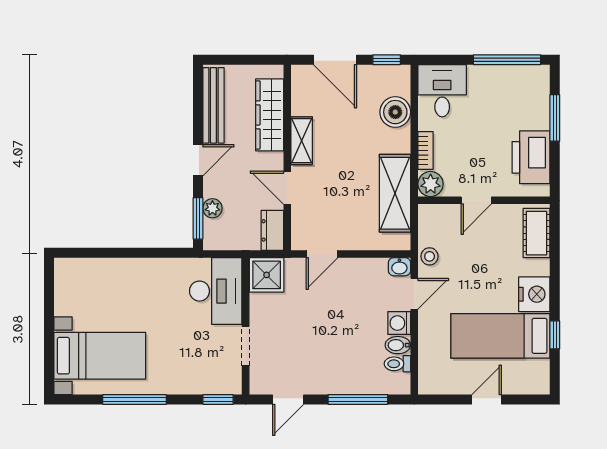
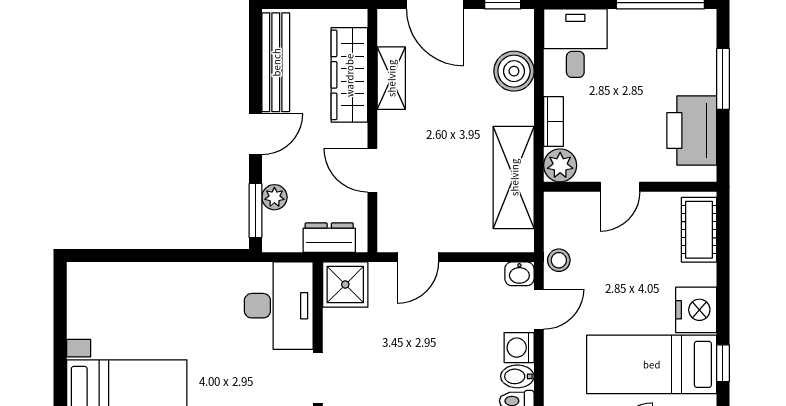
shelving: (302, 141) -> (391, 78), moved
dresser: (272, 230) -> (329, 238), moved, turned 90

